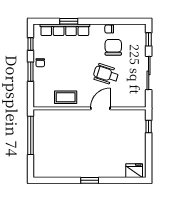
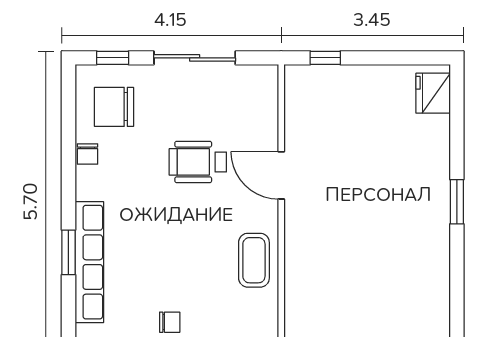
chair: (113, 47) -> (114, 107), moved
wheelchair: (106, 74) -> (198, 162), turned 72

